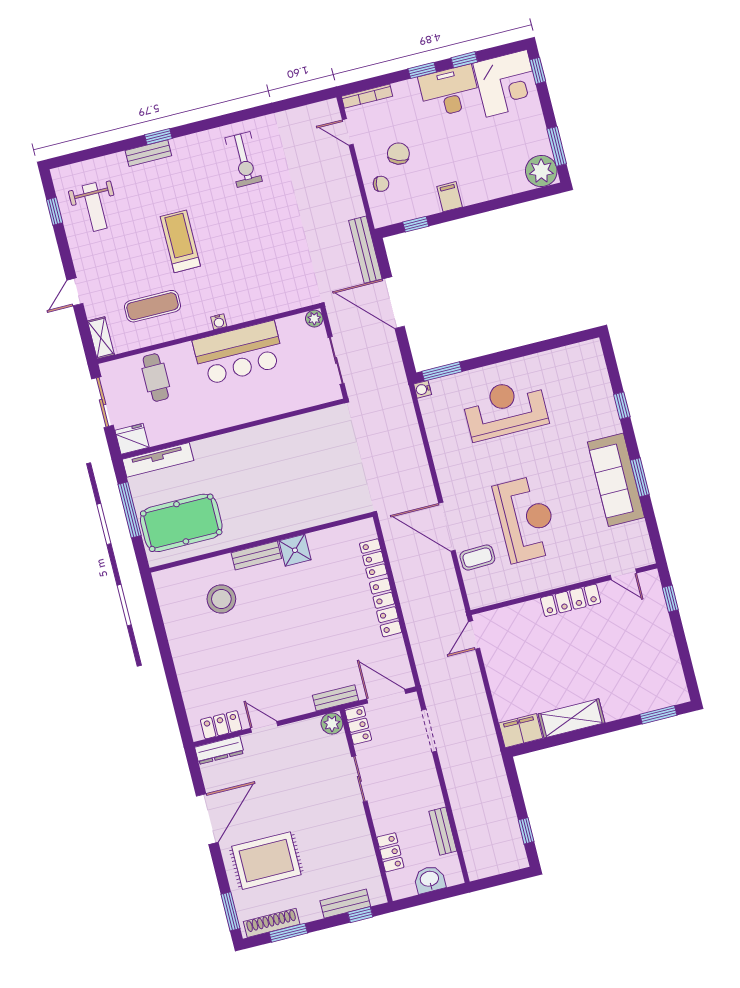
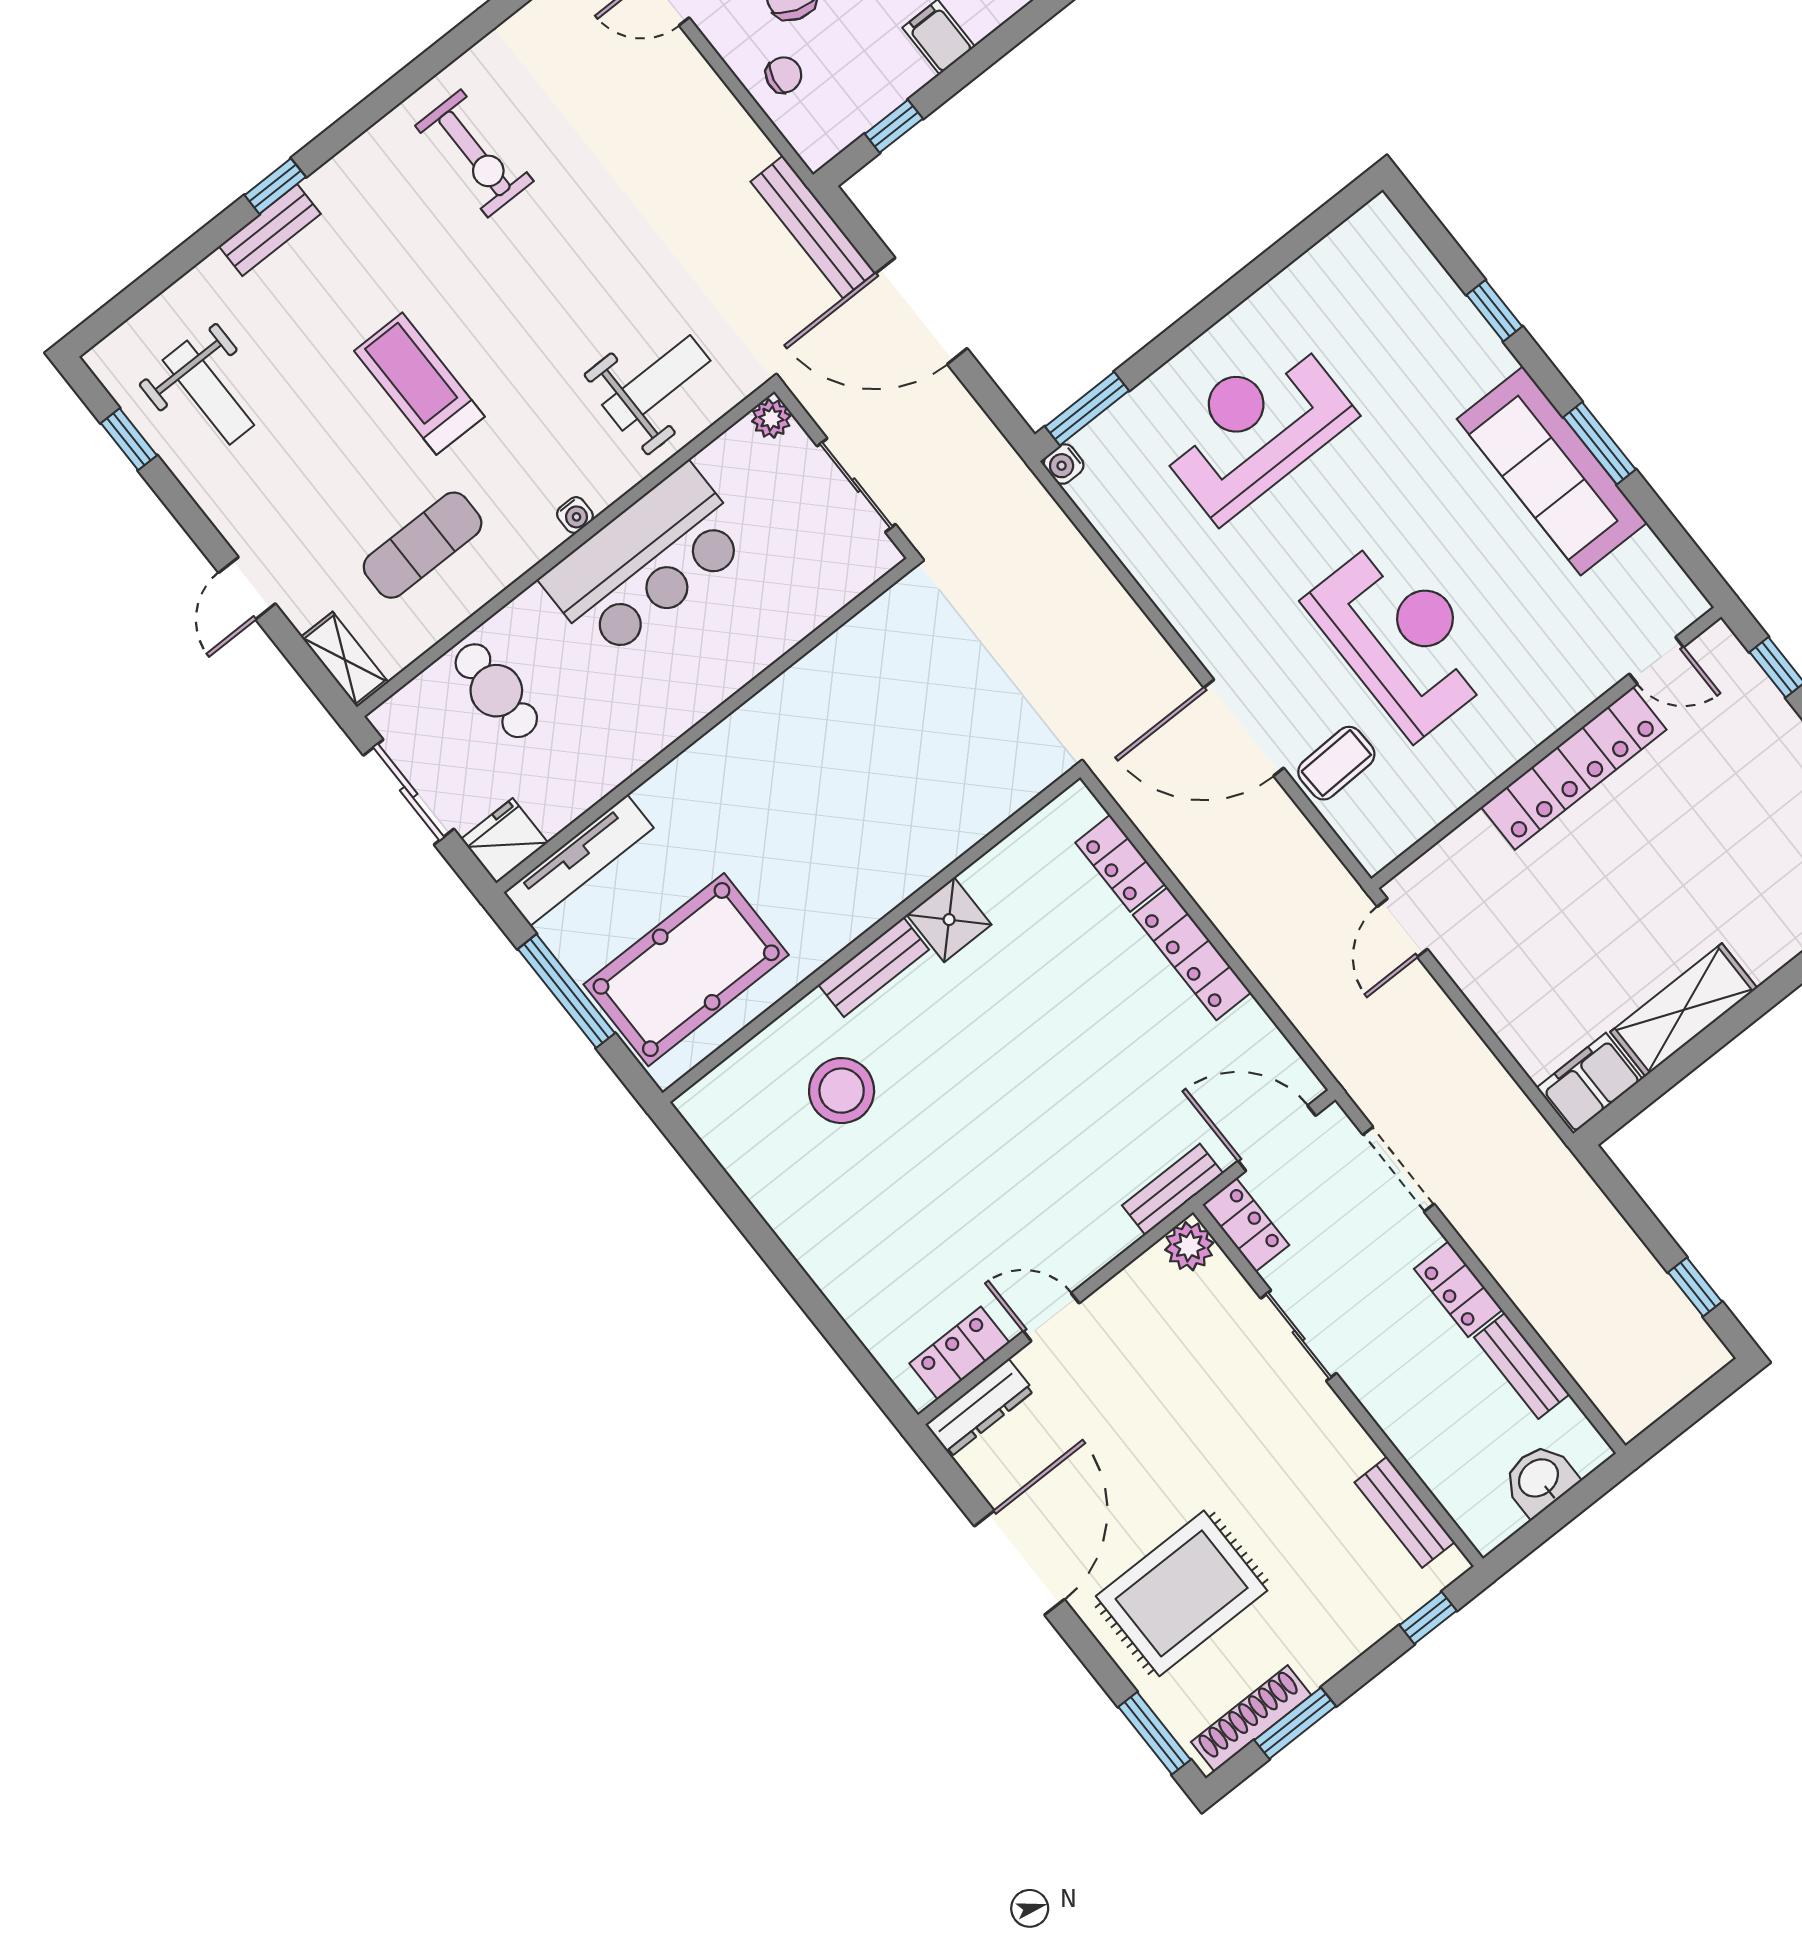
weight bench: (275, 284) -> (656, 383), added
locker: (571, 600) -> (1574, 768), width x1.41, depth x1.21
locker: (390, 852) -> (1458, 1289), moved, turned 180
bench: (345, 904) -> (1405, 1512), moved, turned 90

